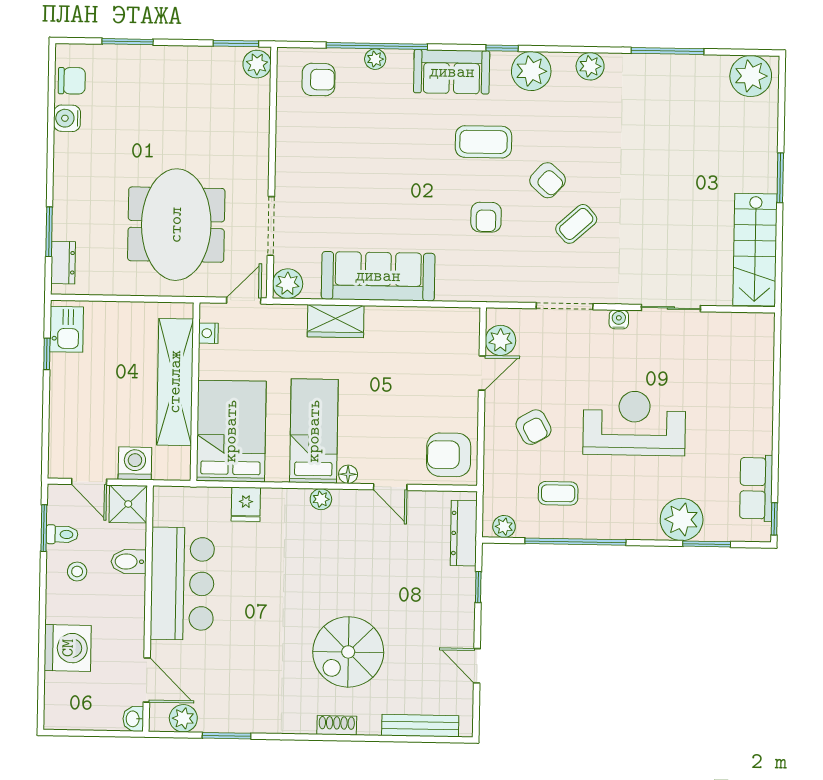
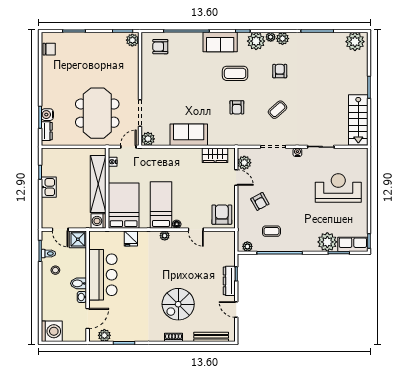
plant: (375, 59) -> (271, 37), moved
armchair: (318, 80) -> (160, 47), turned 180
water cooler: (67, 118) -> (47, 115), moved
armchair: (548, 180) -> (280, 71), moved, turned -132
sofa: (378, 276) -> (189, 135), width x0.73
wardrobe: (336, 321) -> (215, 155), moved
kitchen sink: (67, 329) -> (49, 187), moved
door: (482, 373) -> (236, 177), hinge flipped
reception desk: (634, 423) -> (338, 188), moved
armchair: (449, 455) -> (222, 215), turned 90
washing machine: (135, 463) -> (98, 221), moved, turned -90
row of seats: (756, 488) -> (353, 244), moved, turned 90
dresser: (464, 533) -> (229, 281), moved
bidet: (129, 562) -> (79, 283), moved
washing machine: (68, 648) -> (52, 331), moved
door: (147, 680) -> (88, 318), hinge flipped
washbasin: (133, 719) -> (82, 297), moved

